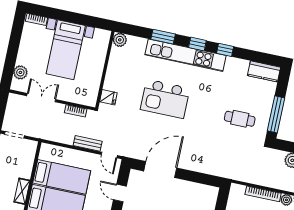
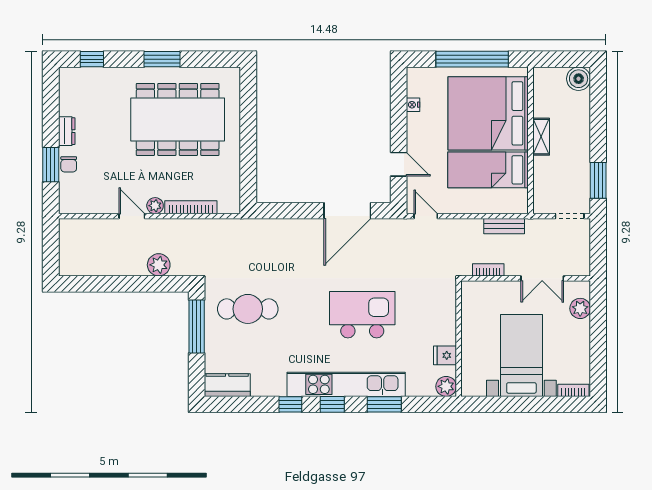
fridge: (108, 97) -> (445, 355), moved
cafe table: (240, 119) -> (248, 309), width x1.37, depth x1.35
bench: (88, 143) -> (504, 226), moved

